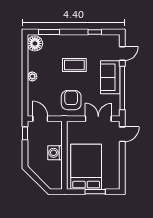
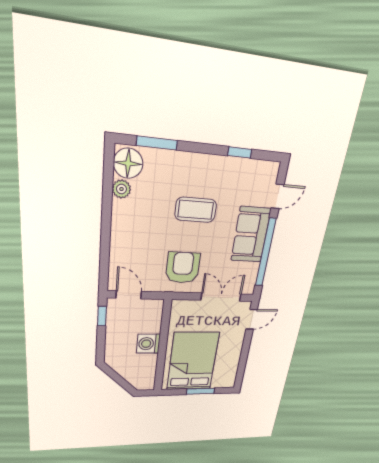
plant: (32, 76) -> (121, 189), moved

